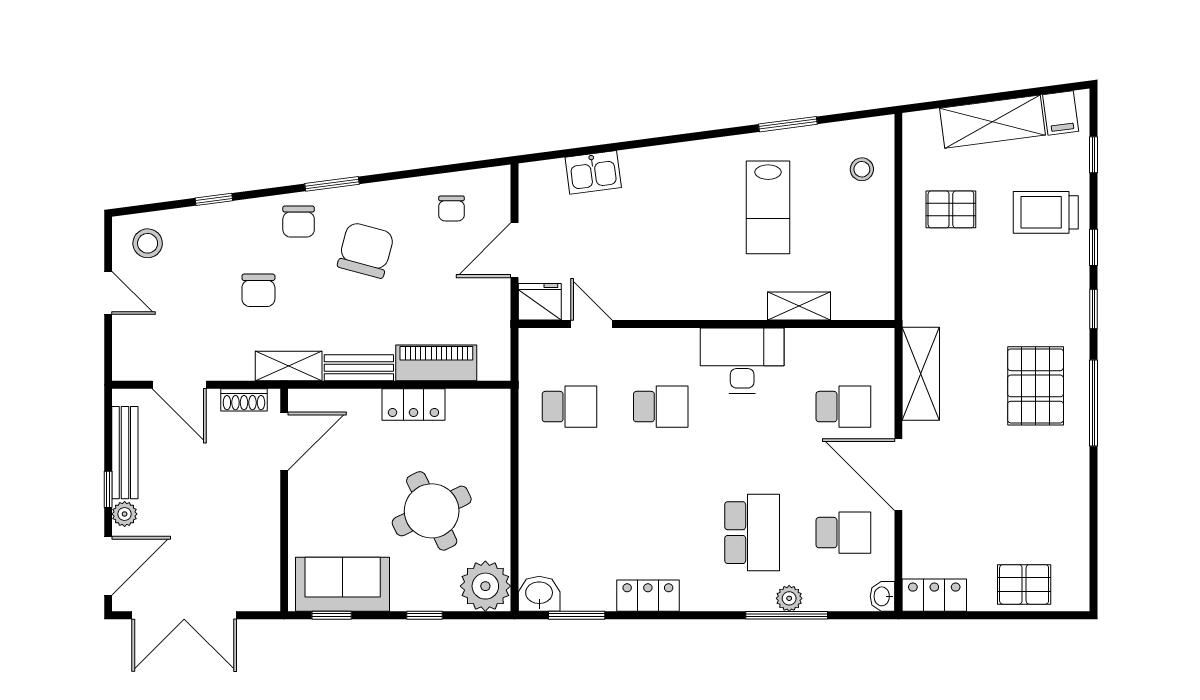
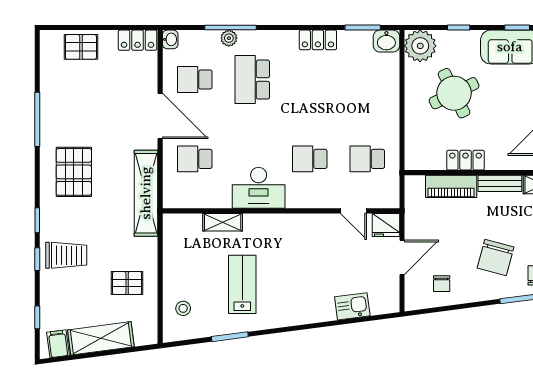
chair: (451, 208) -> (442, 284), turned 180
trolley: (1046, 212) -> (66, 255), moved
shelving: (921, 374) -> (146, 193), width x1.47
window: (1094, 403) -> (37, 119), moved

